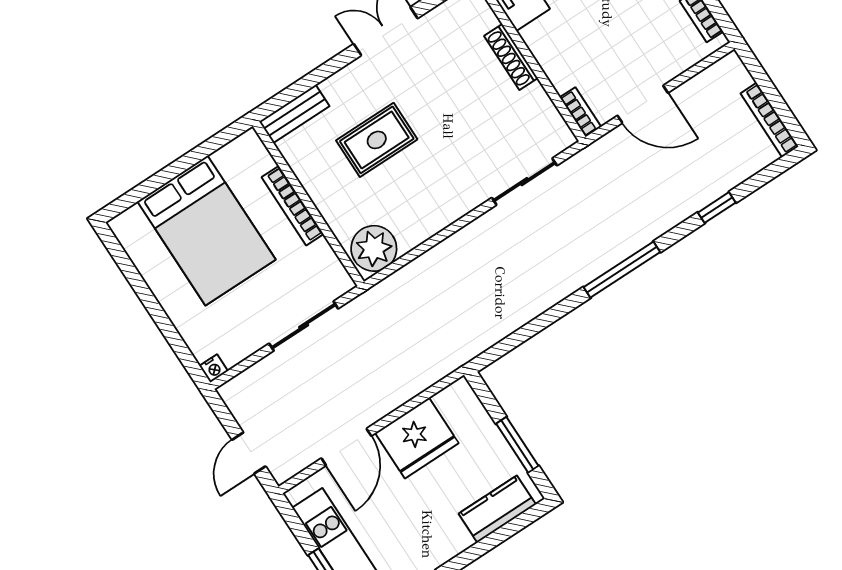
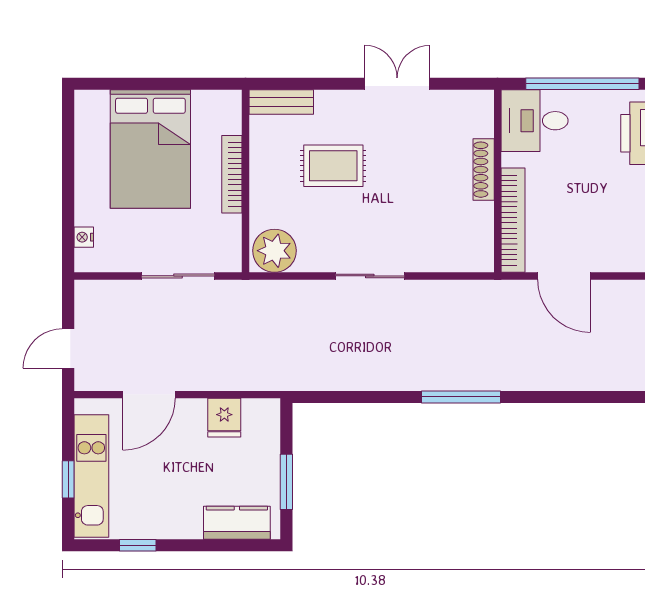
bookcase: (580, 112) -> (513, 220), width x2.31, depth x1.31
sliding door: (524, 182) -> (370, 276), moved
window: (717, 208) -> (569, 397), removed
nightstand: (214, 368) -> (84, 237), moved, turned 90
fridge: (417, 438) -> (224, 418), width x0.53, depth x0.75

